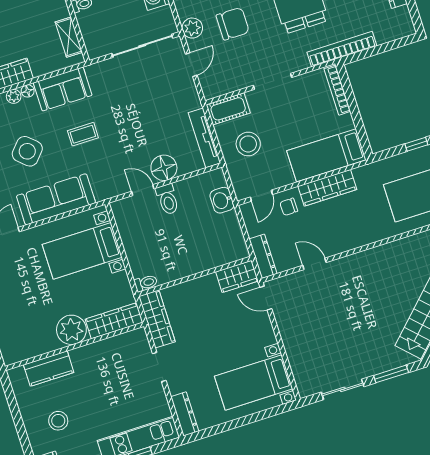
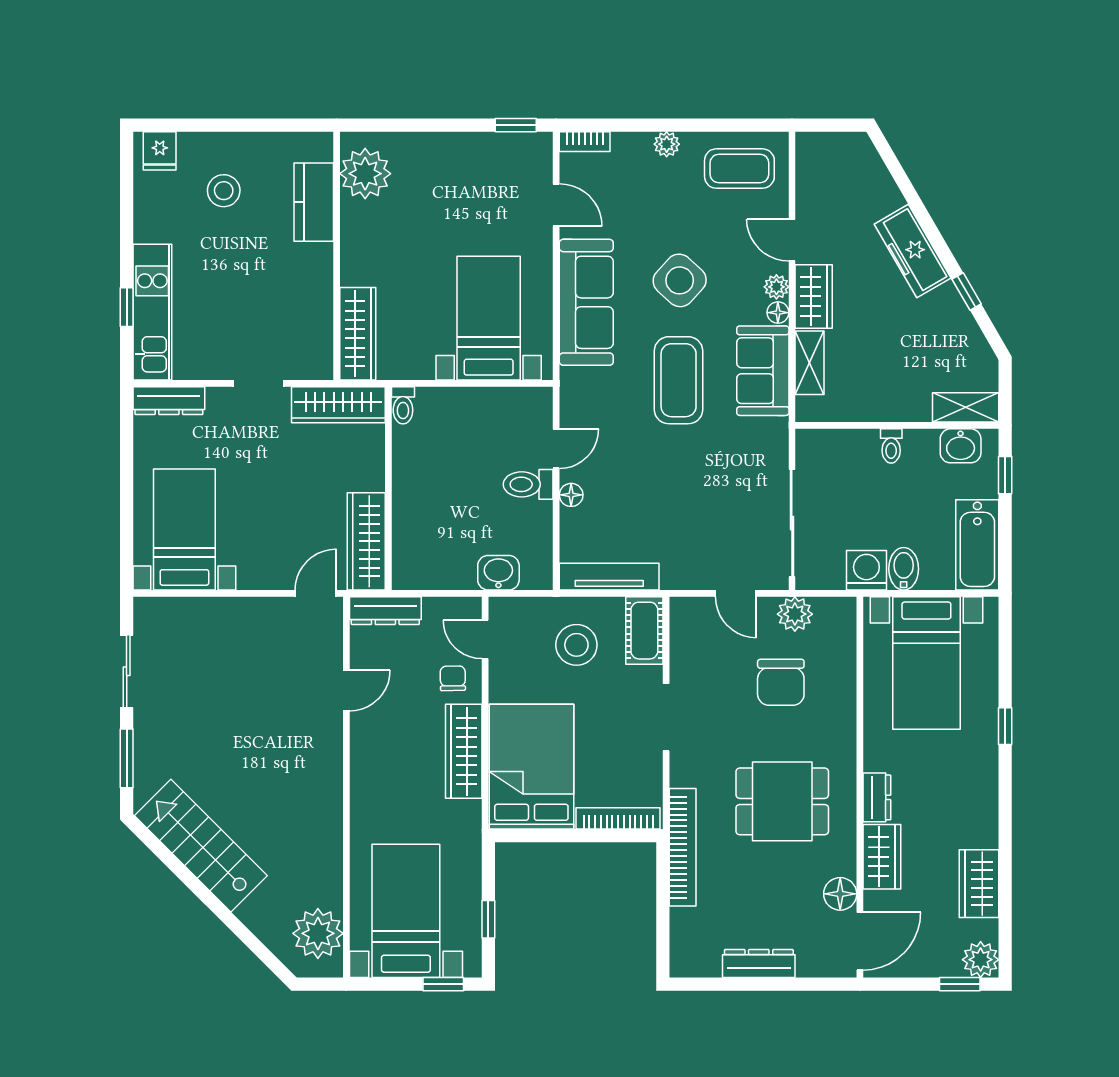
shelving: (69, 37) -> (810, 363), moved, turned 90
coffee table: (83, 134) -> (679, 380), width x1.86, depth x1.72
bed: (326, 155) -> (531, 767), width x1.50
floor lamp: (164, 168) -> (571, 495), width x0.53, depth x0.53
wardrobe: (237, 276) -> (366, 541), width x1.50
plant: (71, 330) -> (365, 174), moved

